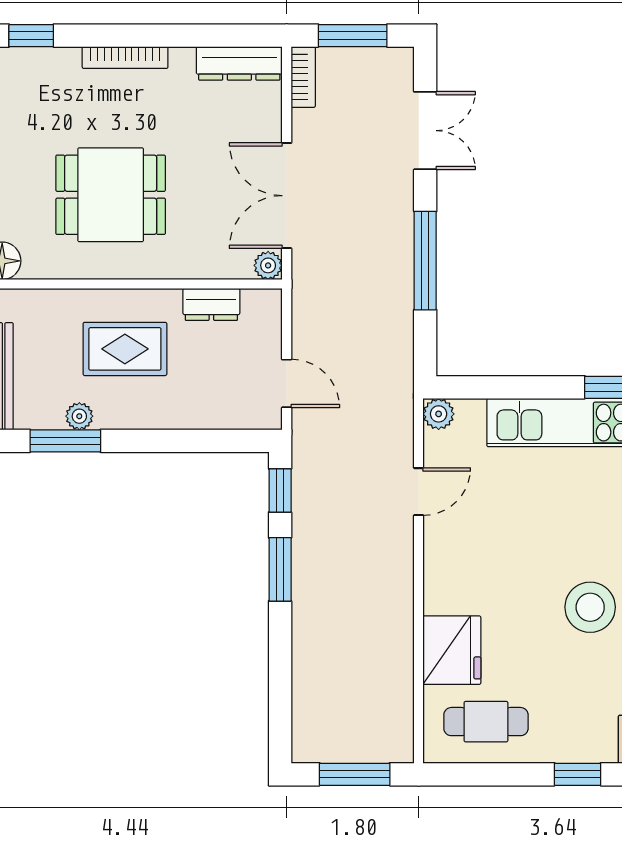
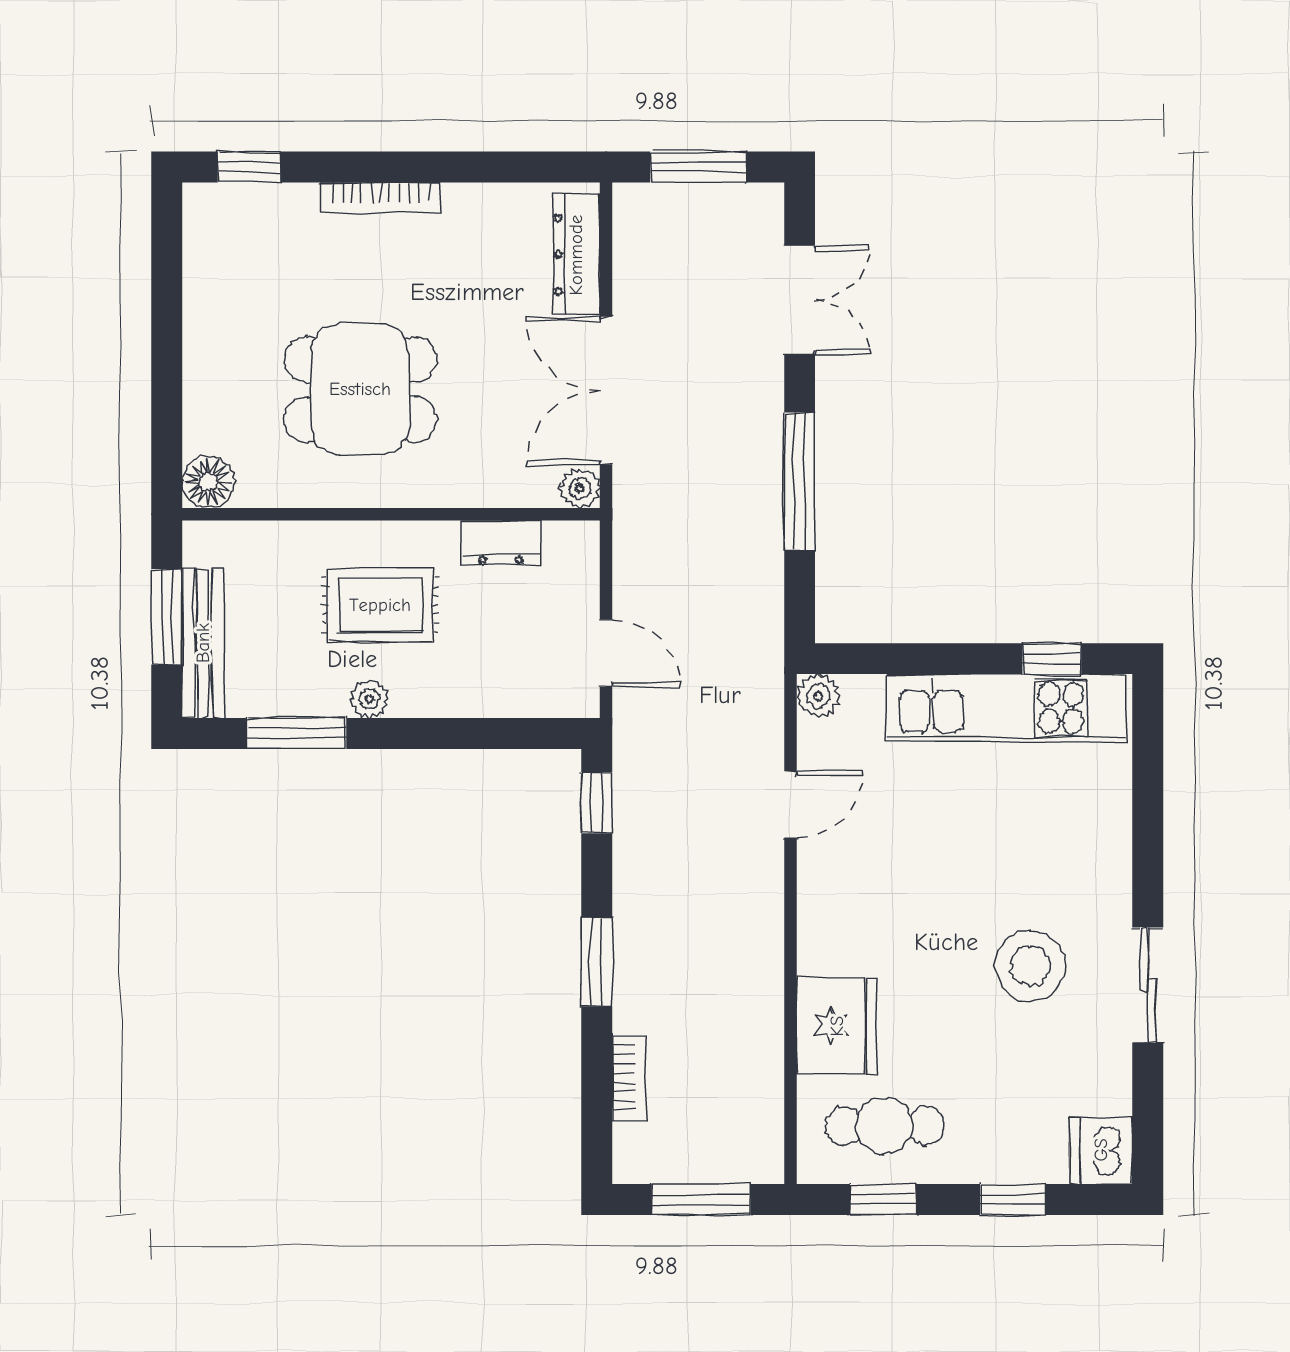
dresser: (239, 63) -> (576, 255), moved, turned 90
bookcase: (303, 77) -> (629, 1078), moved
plant: (79, 416) -> (369, 699), moved
window: (280, 569) -> (597, 962), moved
window: (485, 774) -> (883, 1199), added

